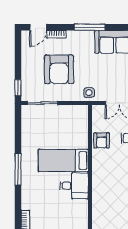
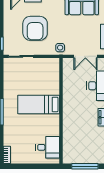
armchair: (102, 140) -> (71, 88), removed
desk: (74, 186) -> (48, 147), moved

